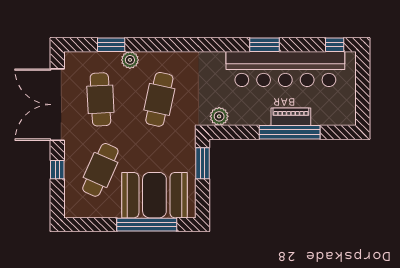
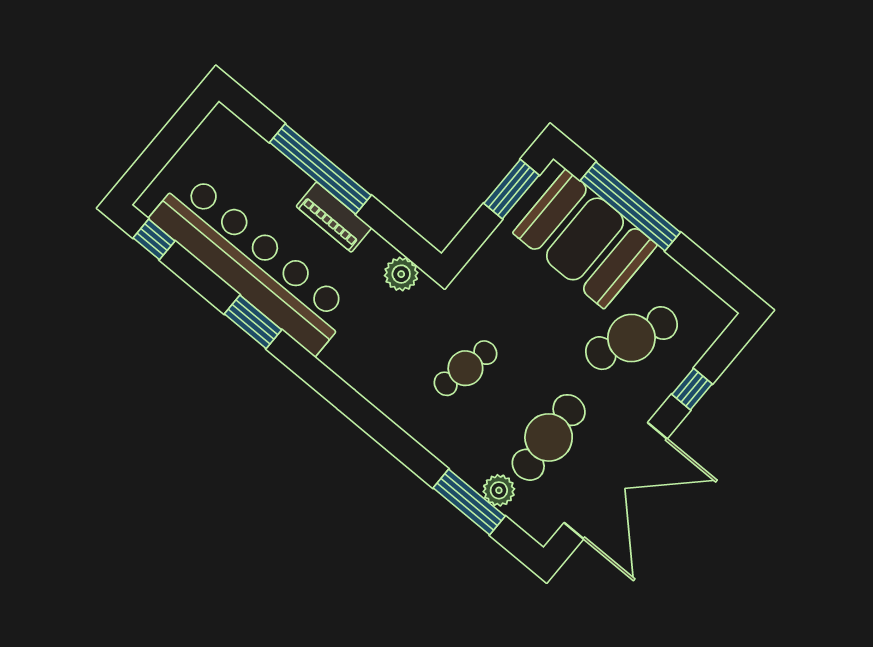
window: (111, 45) -> (469, 502), width x1.44
plant: (130, 60) -> (499, 490), moved
cafe table: (159, 99) -> (465, 368), width x0.73, depth x0.74
piano: (291, 117) -> (334, 217), moved
window: (203, 163) -> (511, 189), moved

